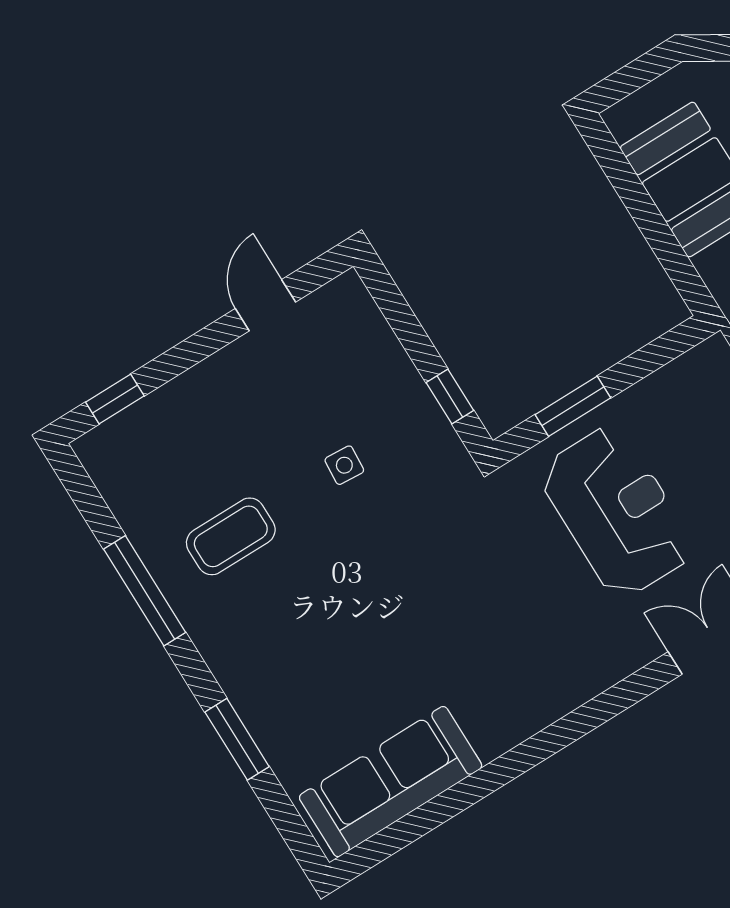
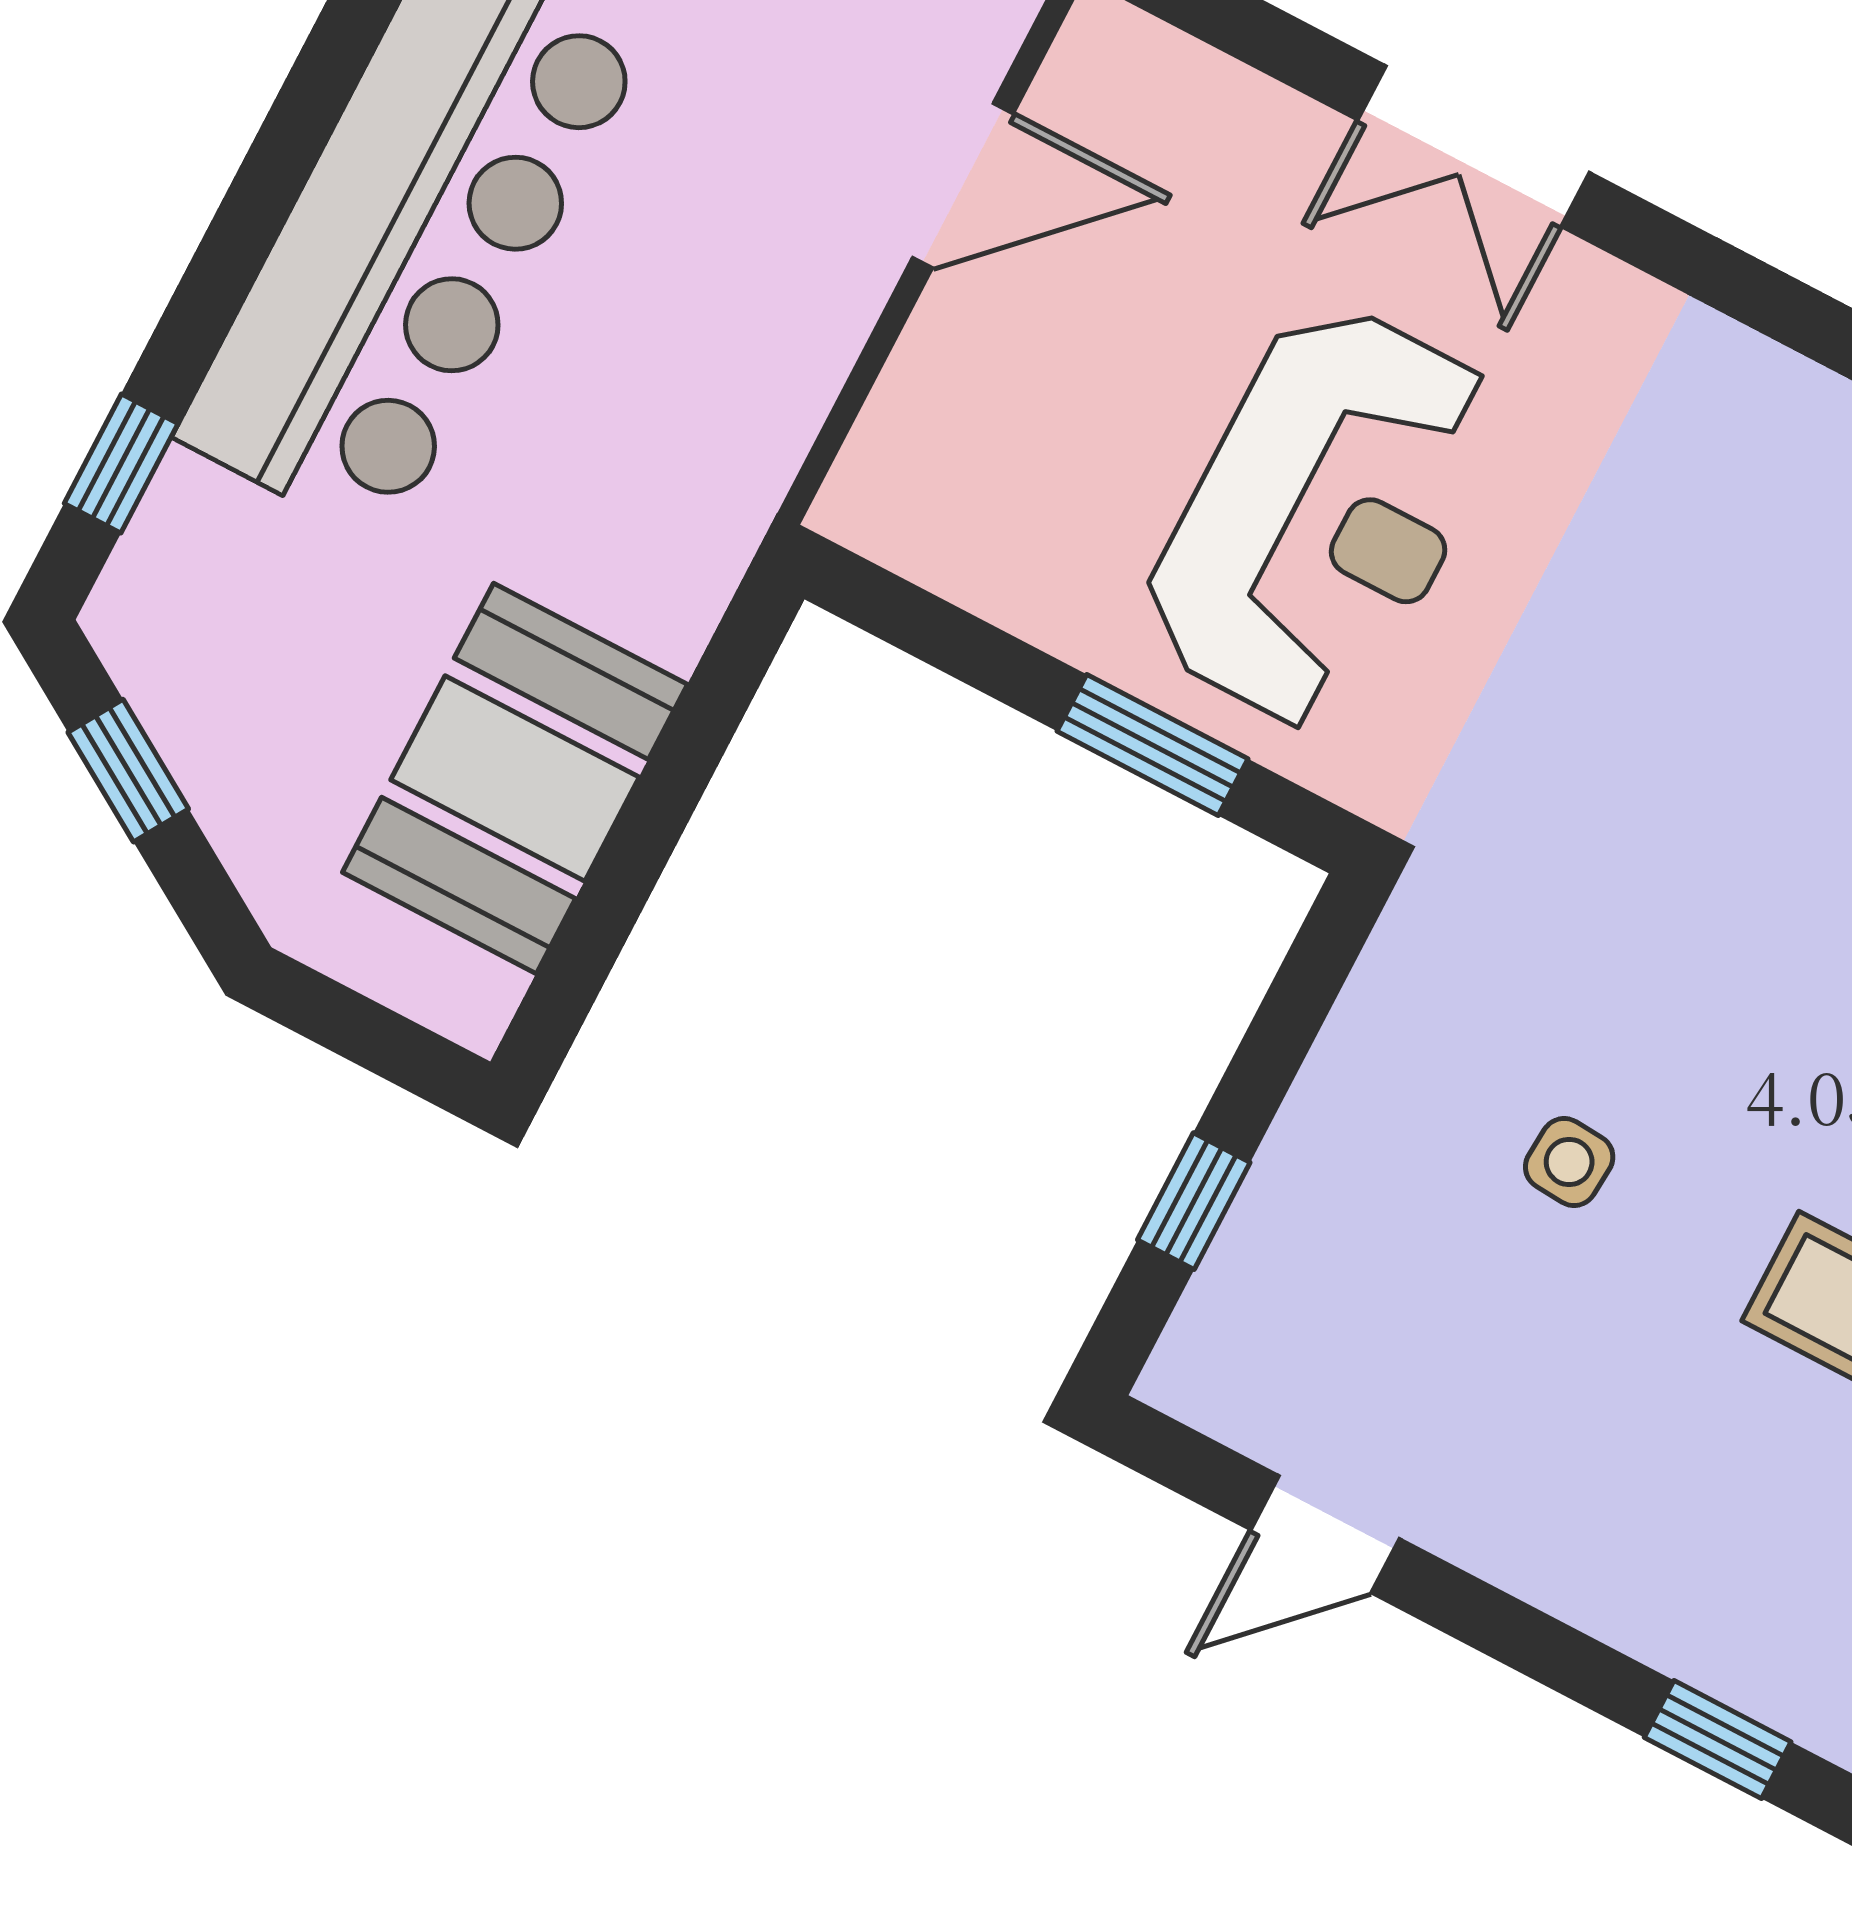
window: (450, 396) -> (1194, 1201), moved
reception desk: (617, 512) -> (1324, 517), turned 180

